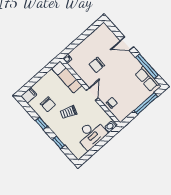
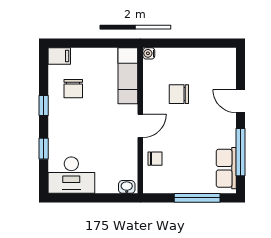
trolley: (69, 112) -> (90, 122), removed
desk: (91, 134) -> (71, 175), moved

